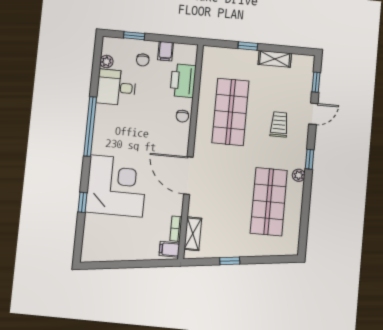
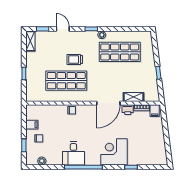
shelving: (275, 59) -> (30, 41), moved
printer: (183, 81) -> (128, 110), moved, width x0.53, depth x0.68
desk: (116, 87) -> (73, 153), moved
trolley: (279, 124) -> (75, 59), moved
corner desk: (116, 186) -> (114, 152), width x0.74, depth x0.74
shelving: (193, 234) -> (133, 97), moved

